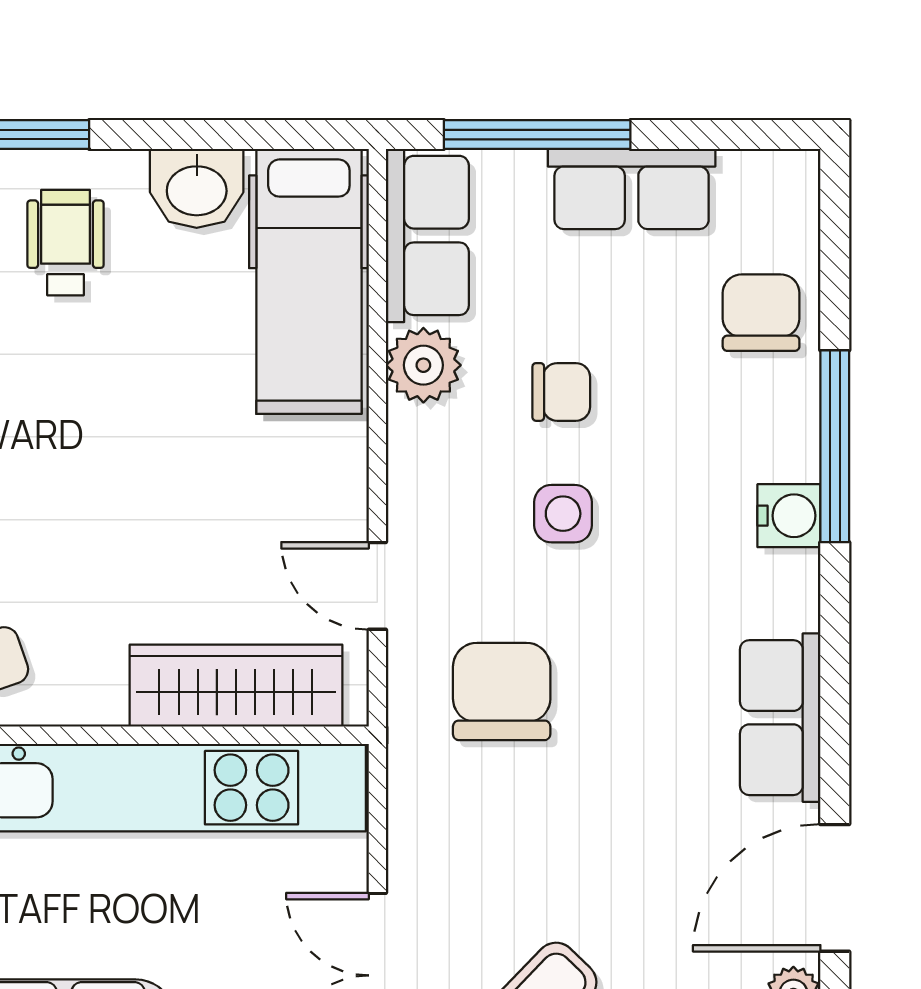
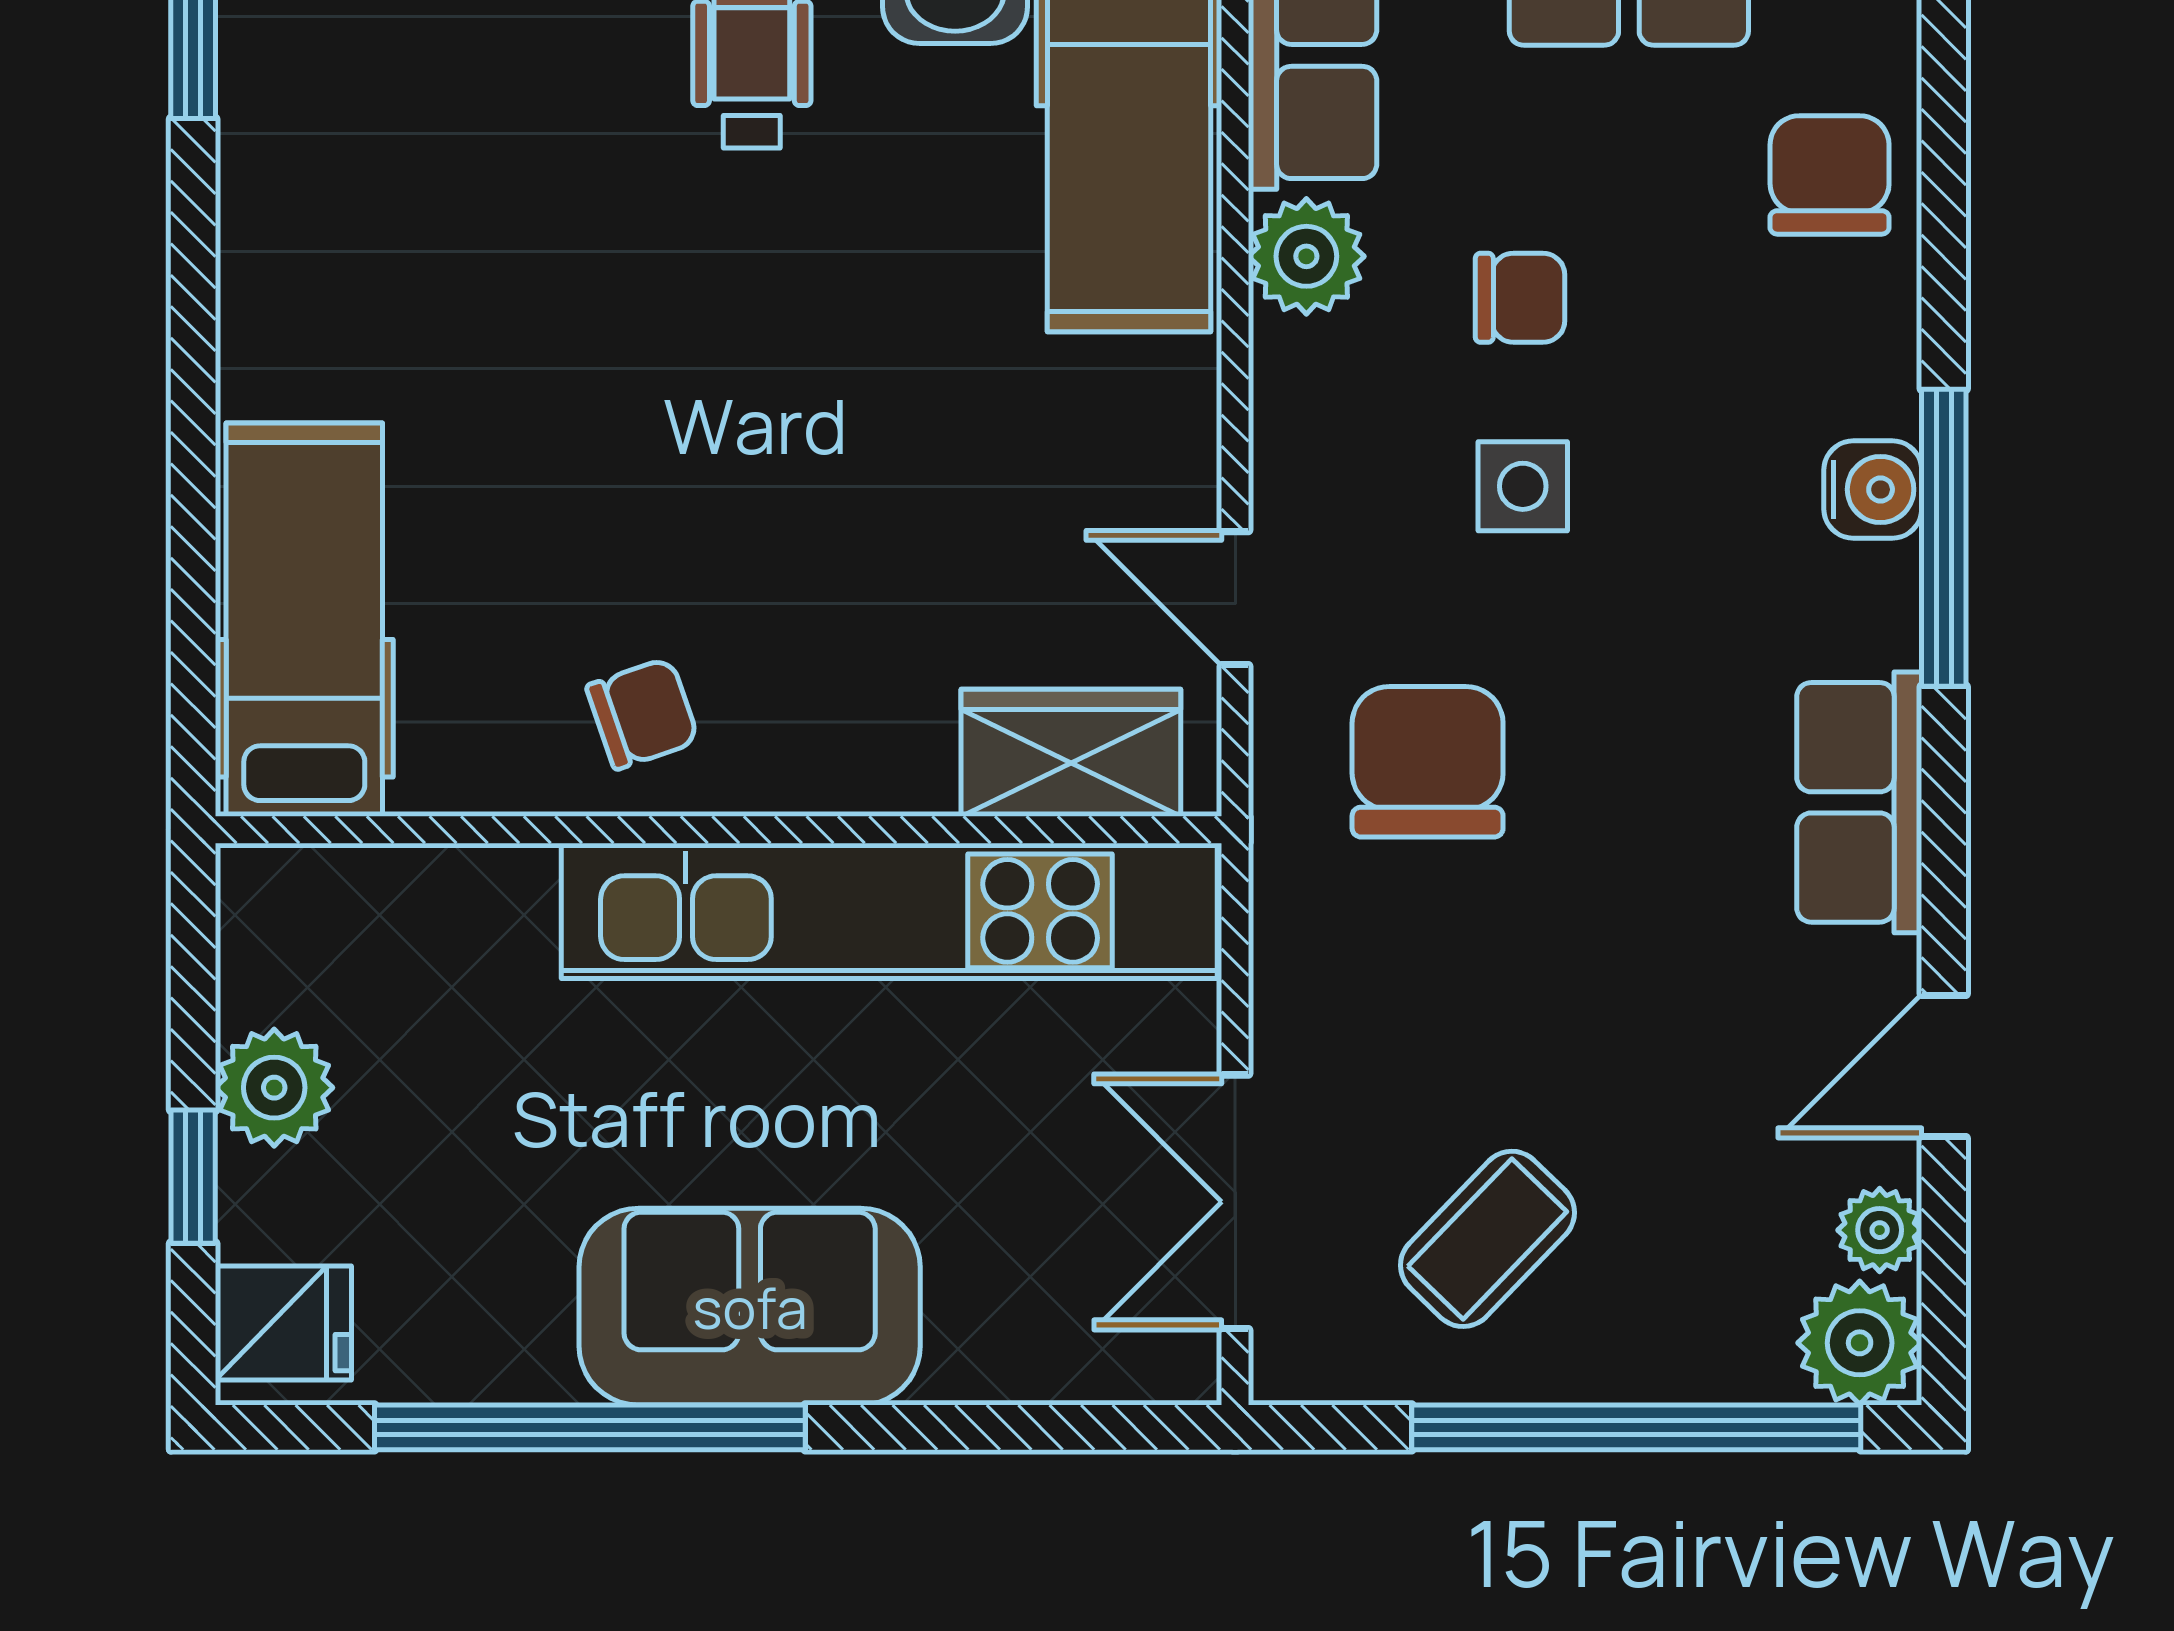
window: (835, 446) -> (1944, 538), moved
wardrobe: (236, 686) -> (1071, 753), width x0.67
door: (835, 888) -> (1944, 1066), width x0.73

